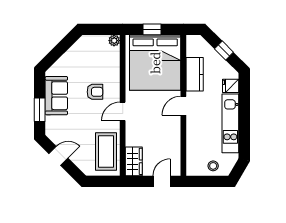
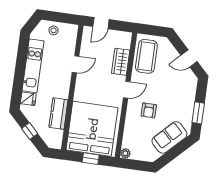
armchair: (95, 92) -> (149, 110), turned -90
sofa: (56, 96) -> (169, 137), moved, turned 45
door: (183, 106) -> (76, 64), moved
window: (40, 110) -> (198, 113), moved
wardrobe: (134, 161) -> (121, 62), moved

